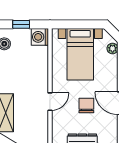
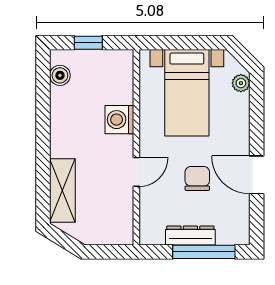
washing machine: (40, 37) -> (119, 120), moved

